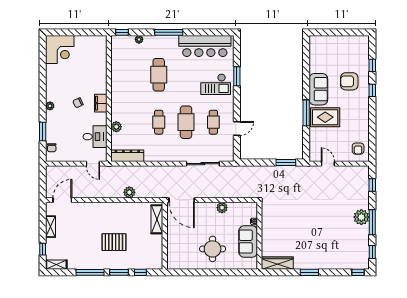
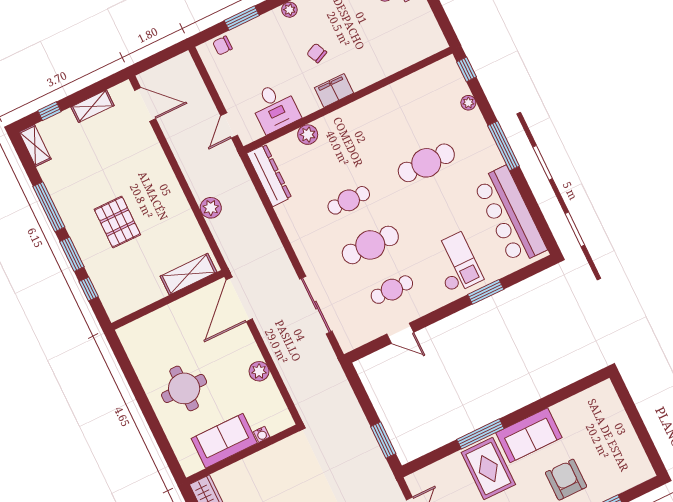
checkout: (216, 84) -> (456, 263), turned 180

